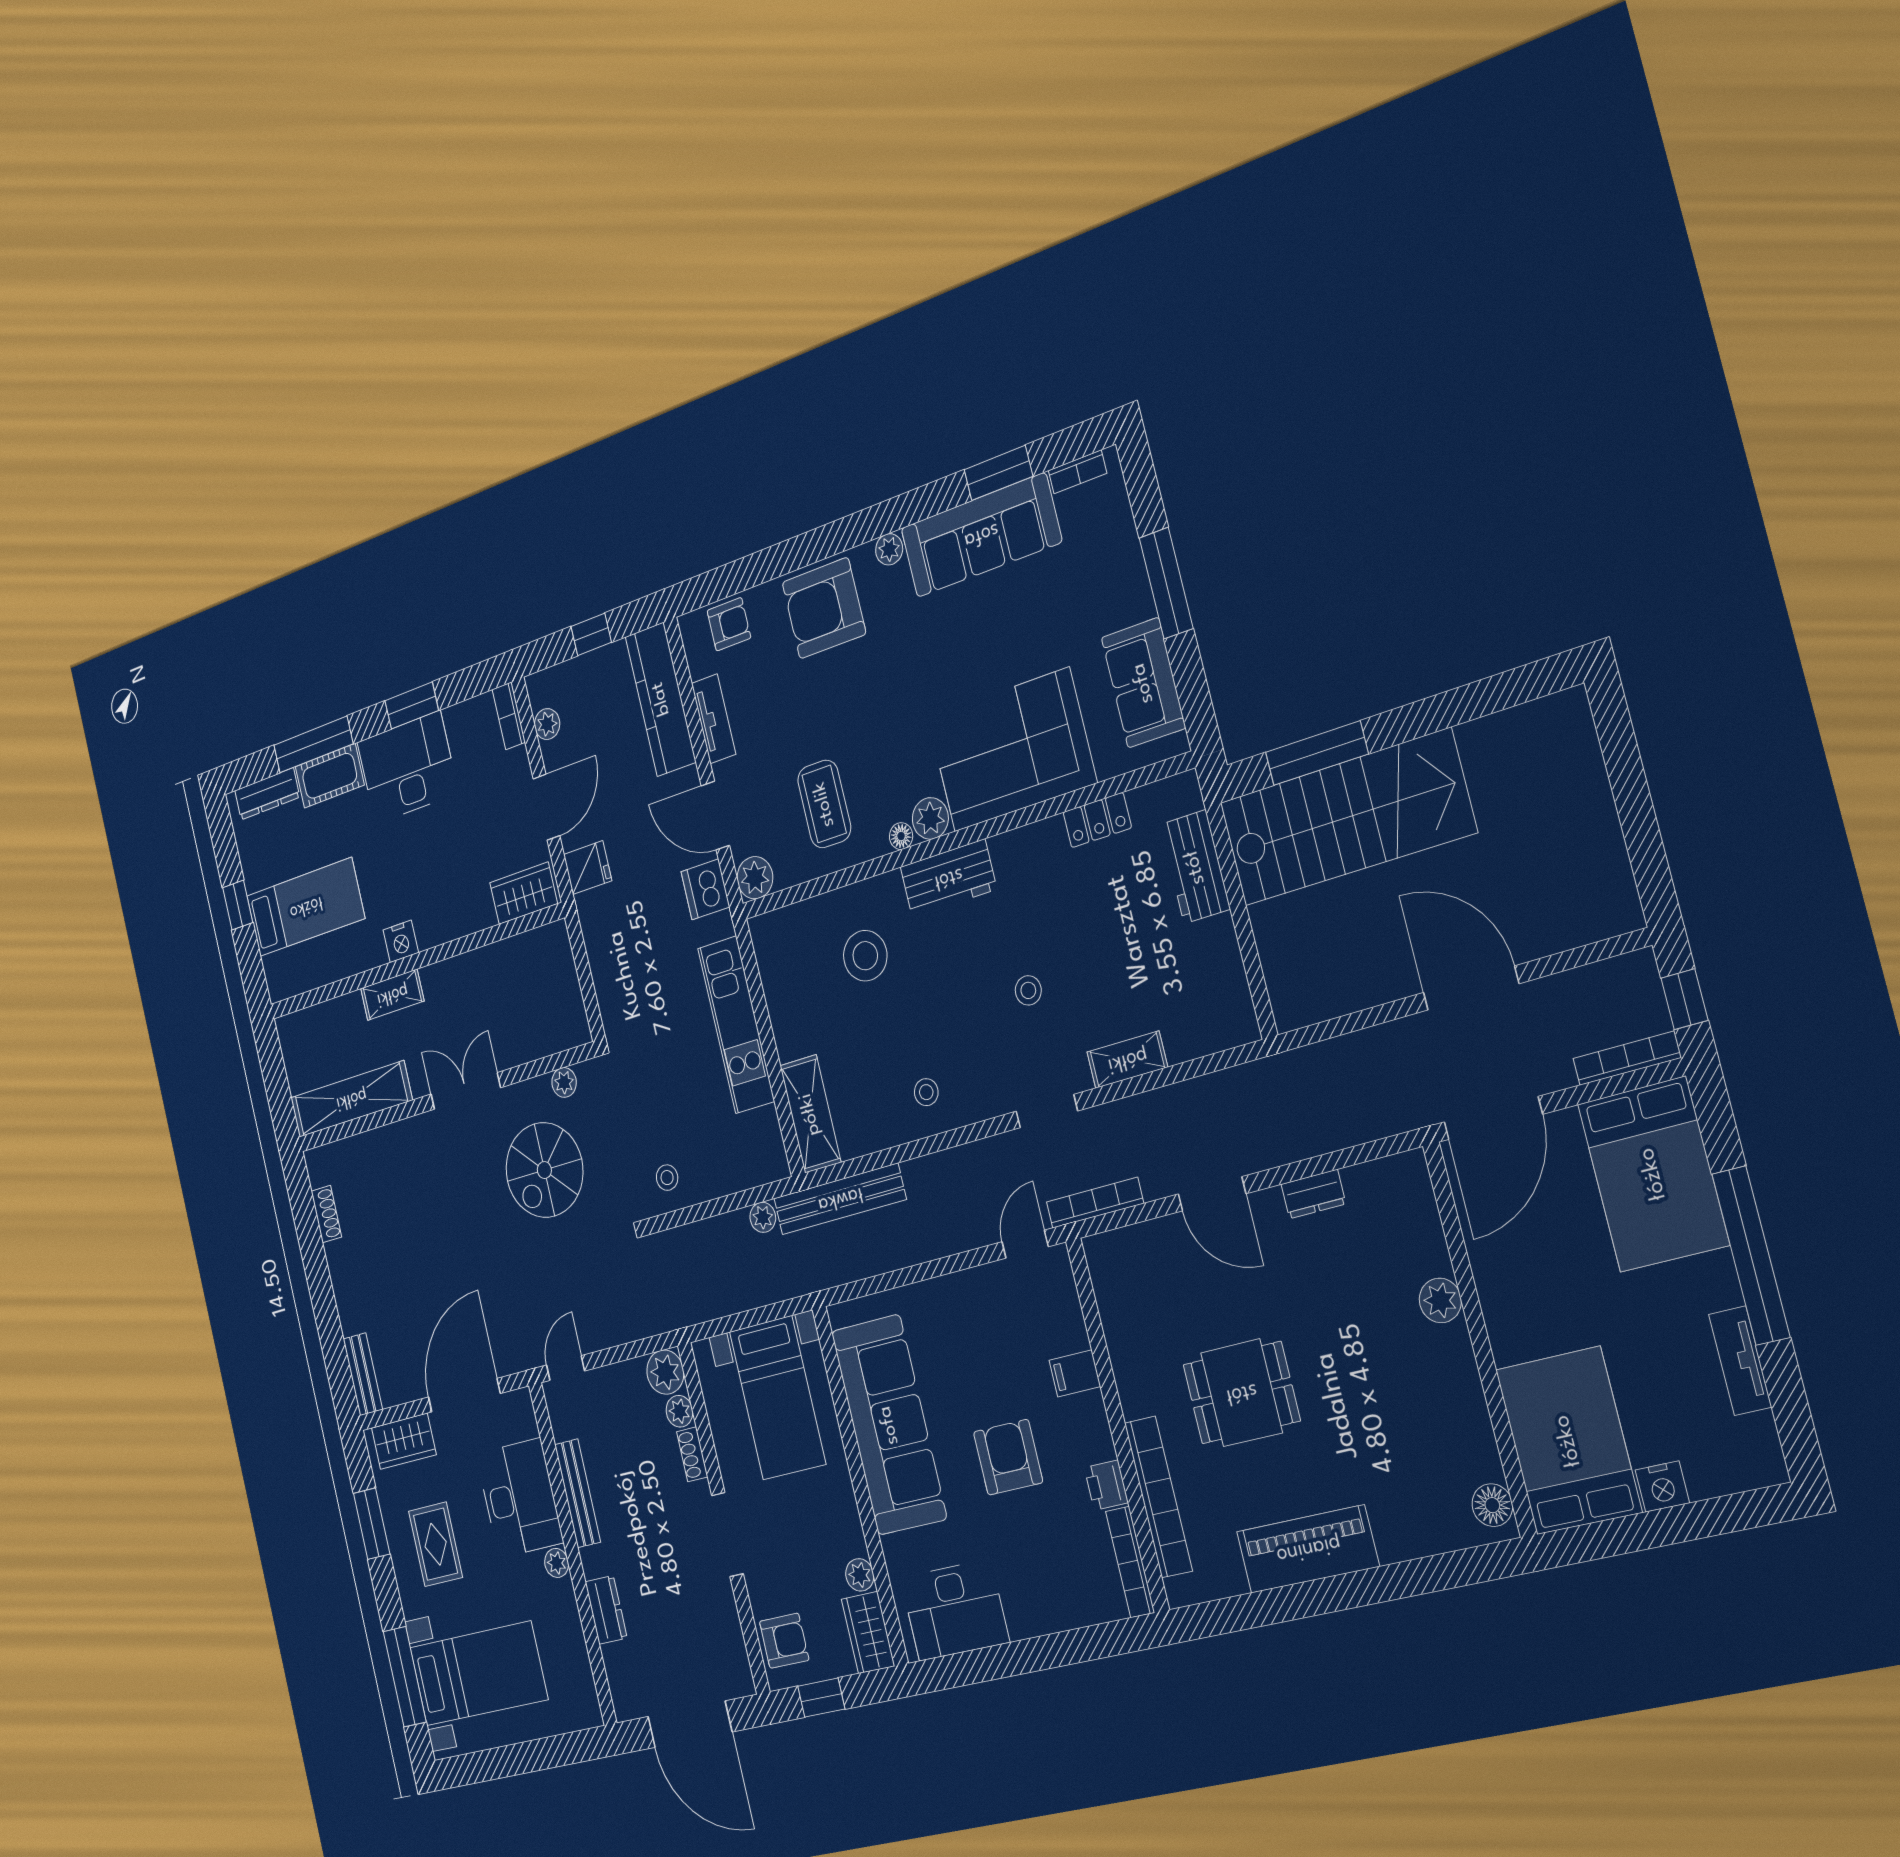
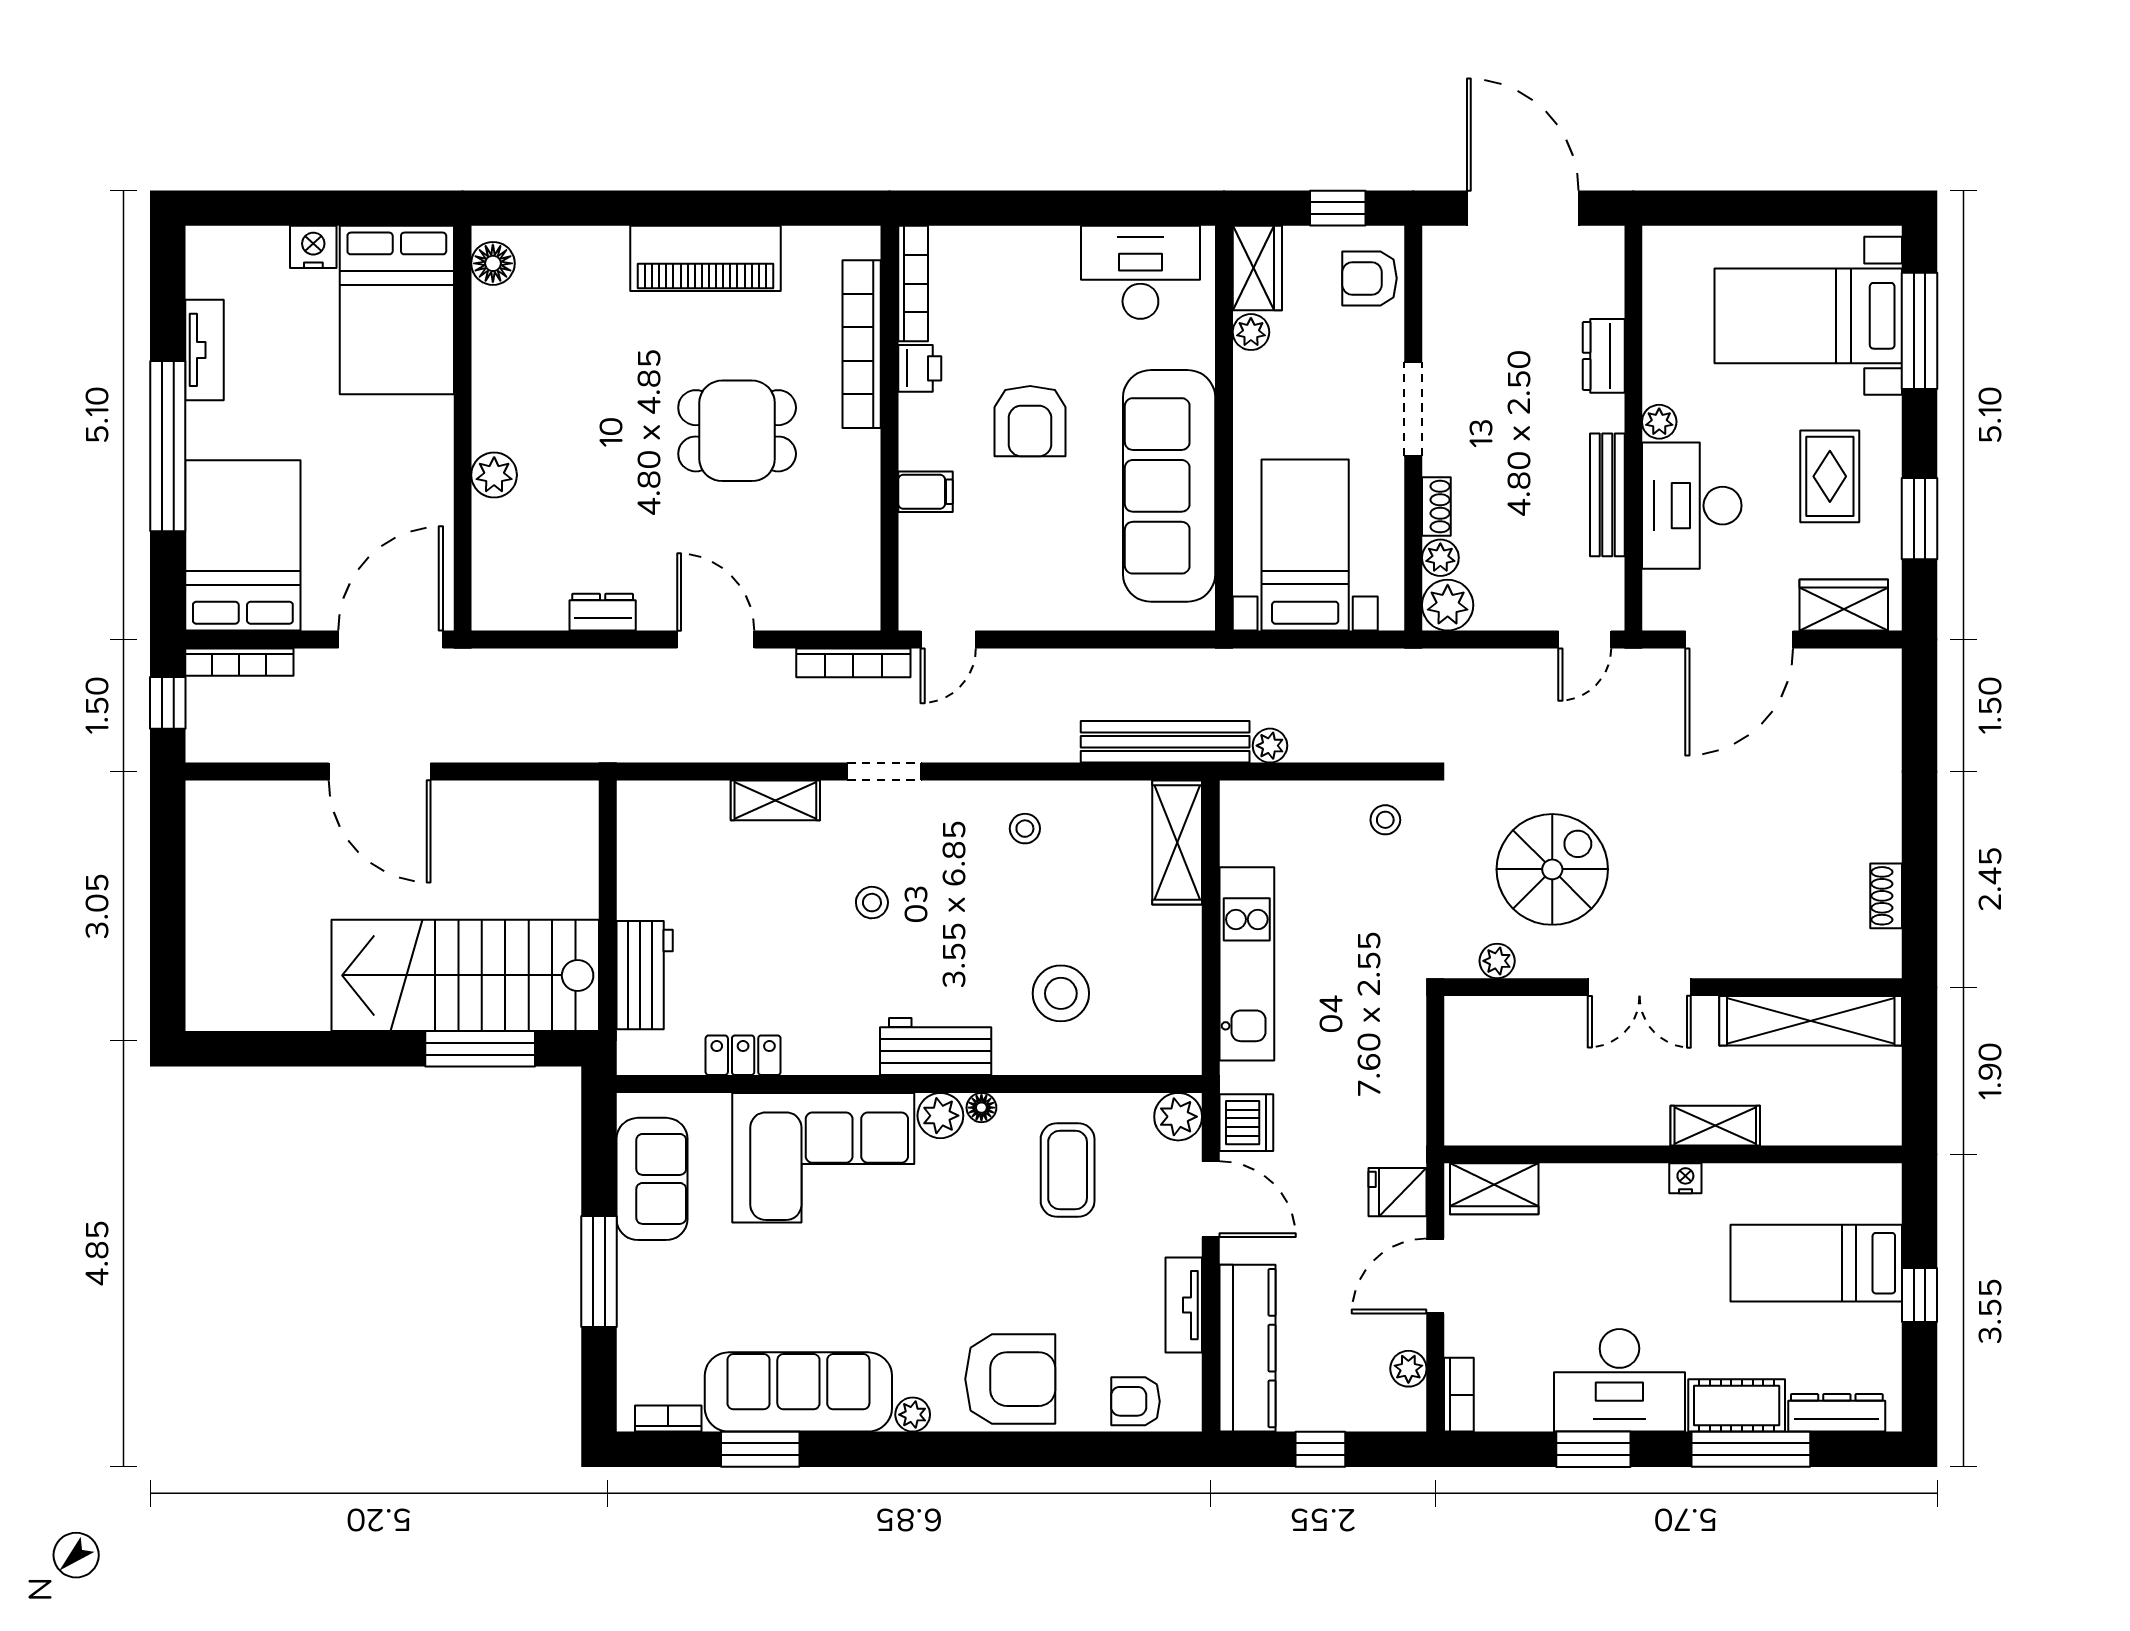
nightstand: (401, 941) -> (1685, 1178), width x0.72, depth x0.74
bench: (363, 1374) -> (1884, 696), removed

